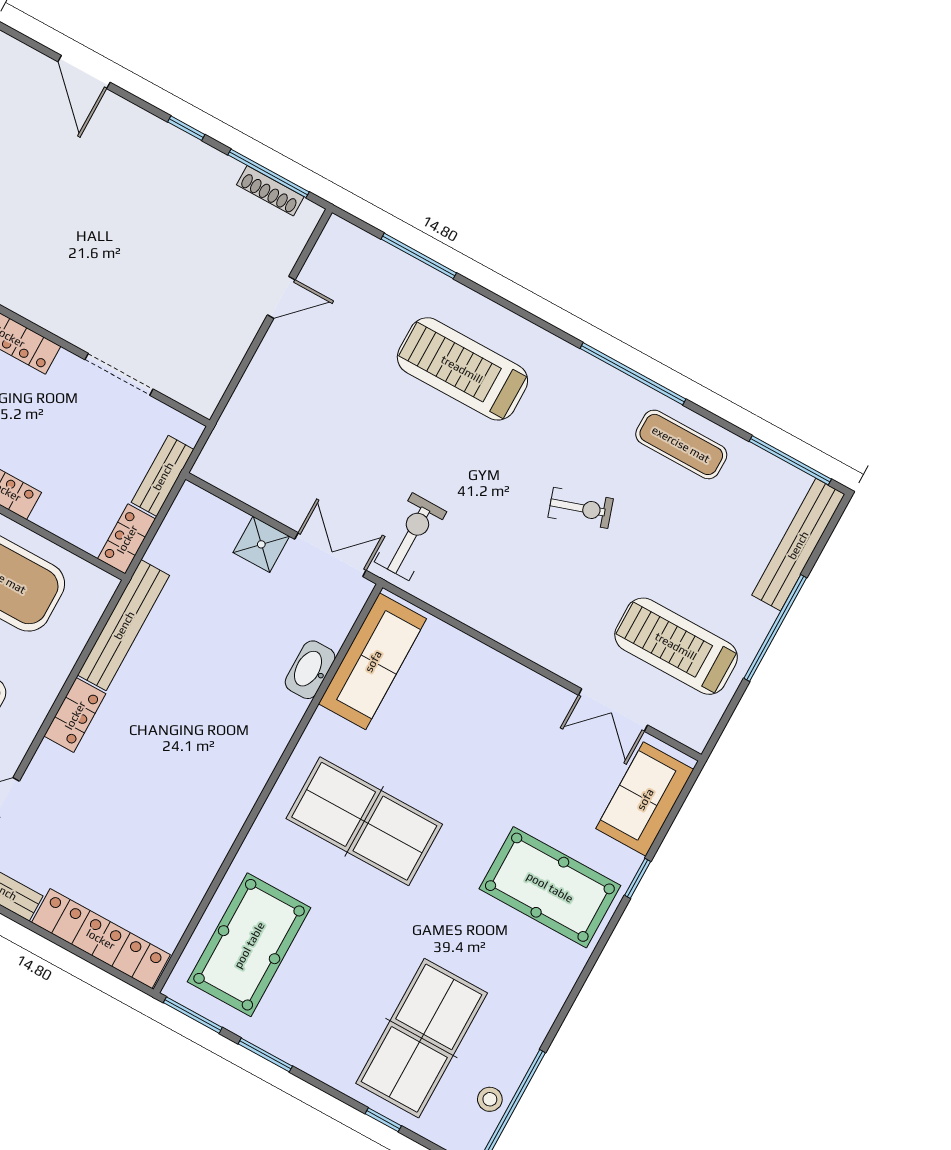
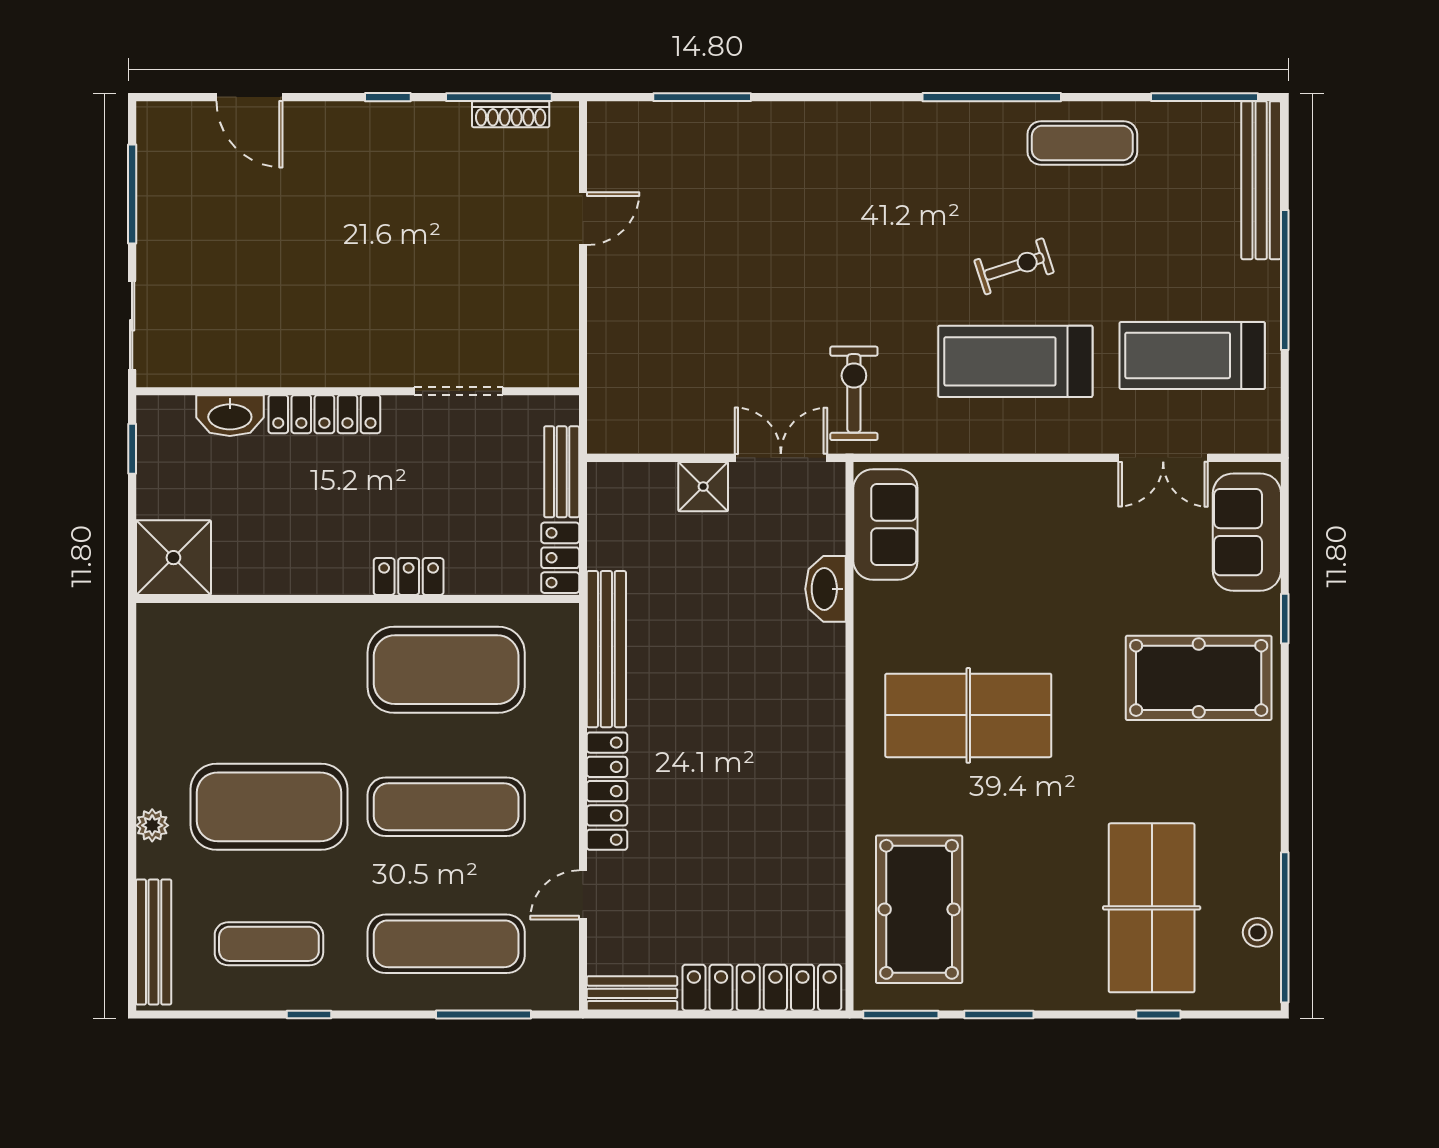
treadmill: (462, 369) -> (1015, 361), moved
sofa: (373, 661) -> (885, 524), width x0.73
locker: (75, 715) -> (607, 791), width x1.53

